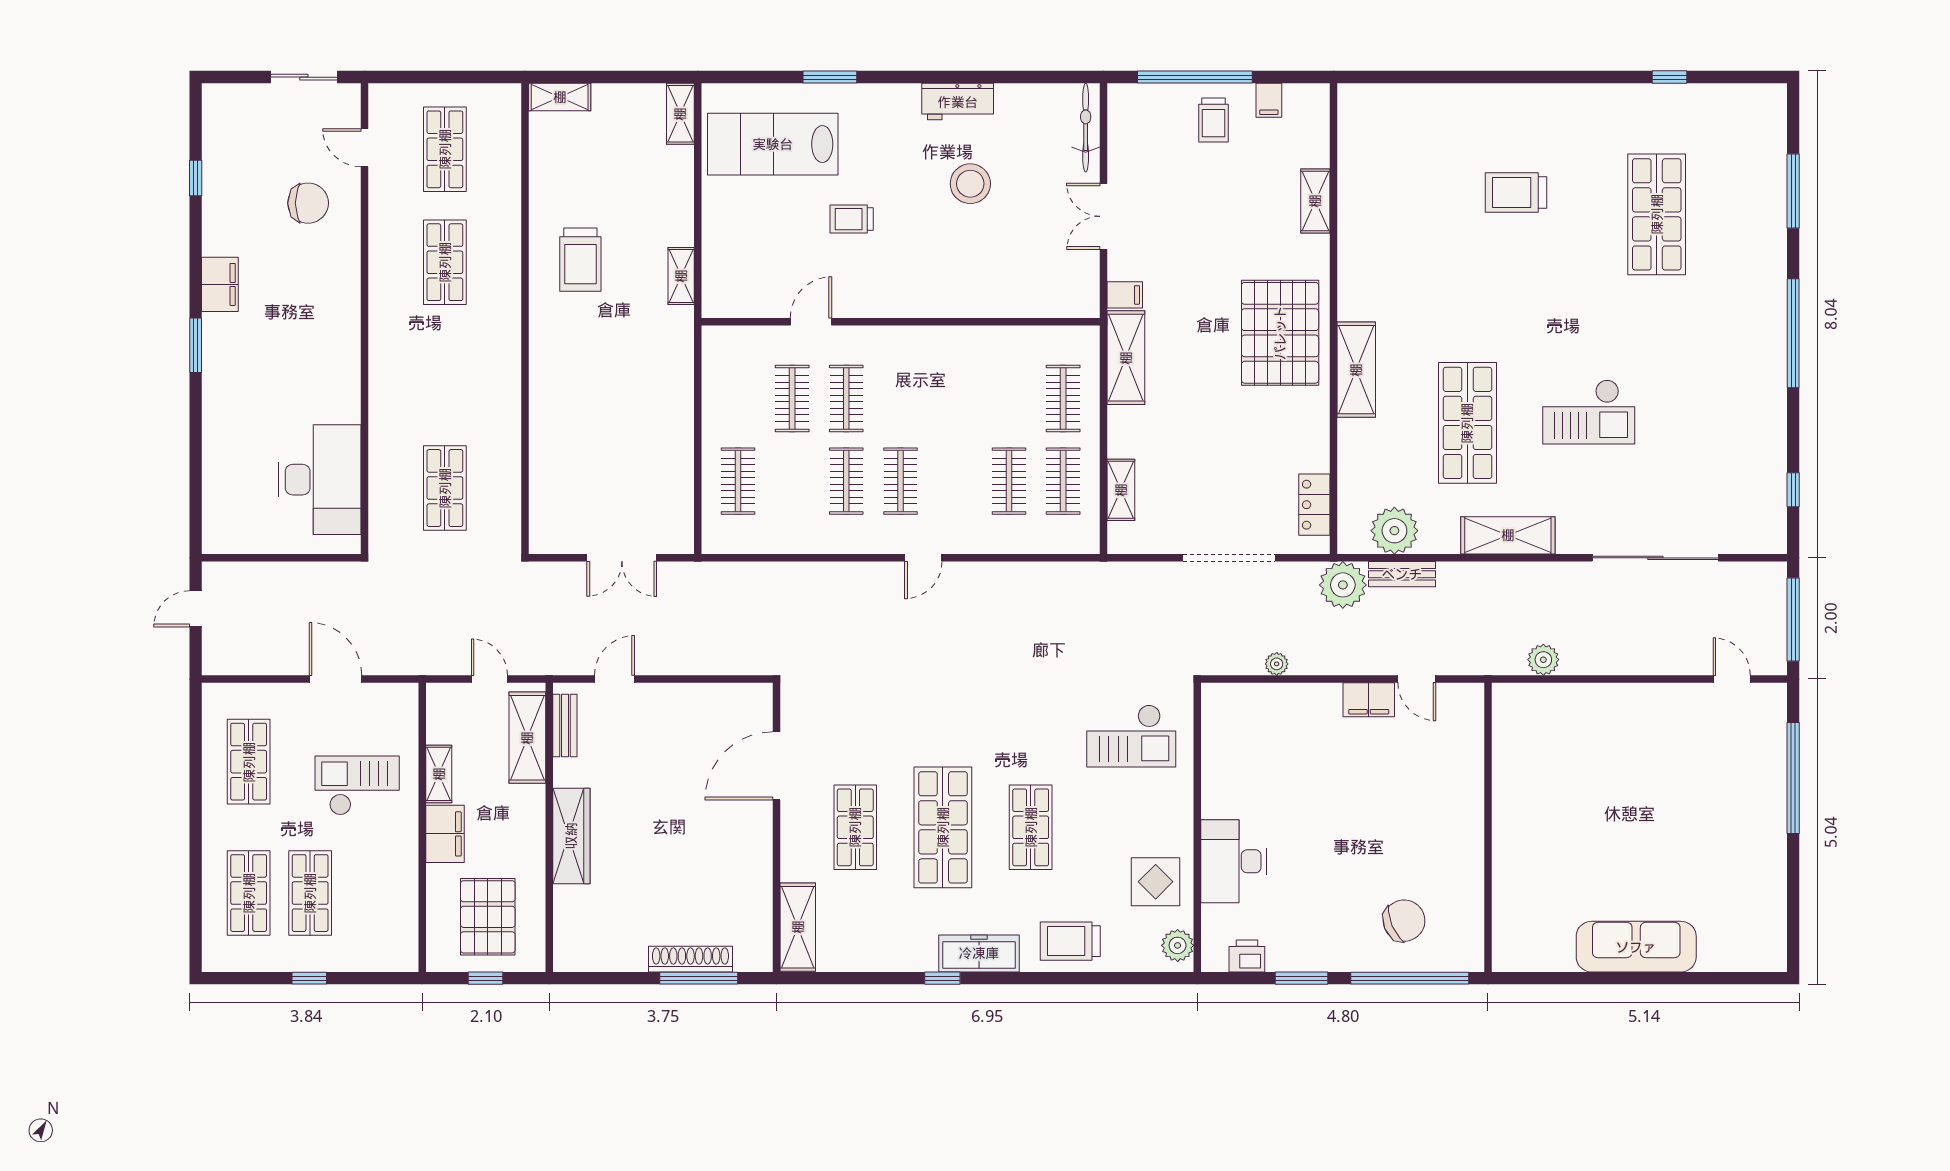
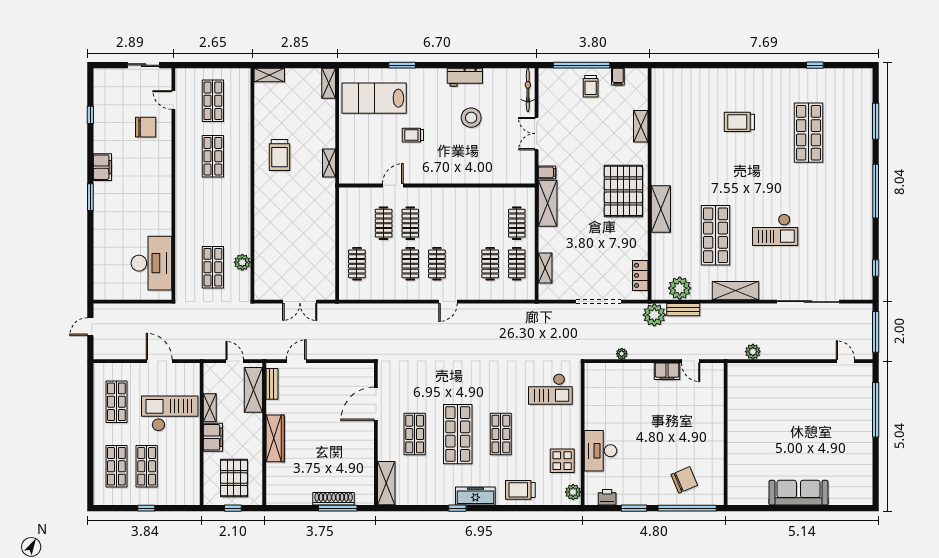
plant: (505, 478) -> (242, 262), added
checkout: (357, 786) -> (170, 413), width x1.36, depth x1.21

